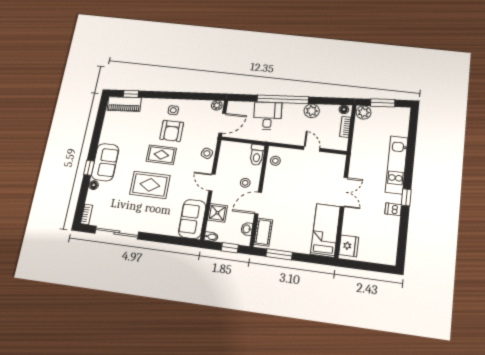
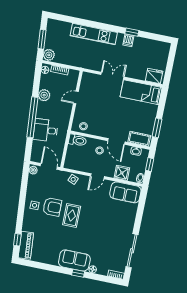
rug: (150, 185) -> (96, 225), removed
window: (406, 197) -> (132, 32), moved

